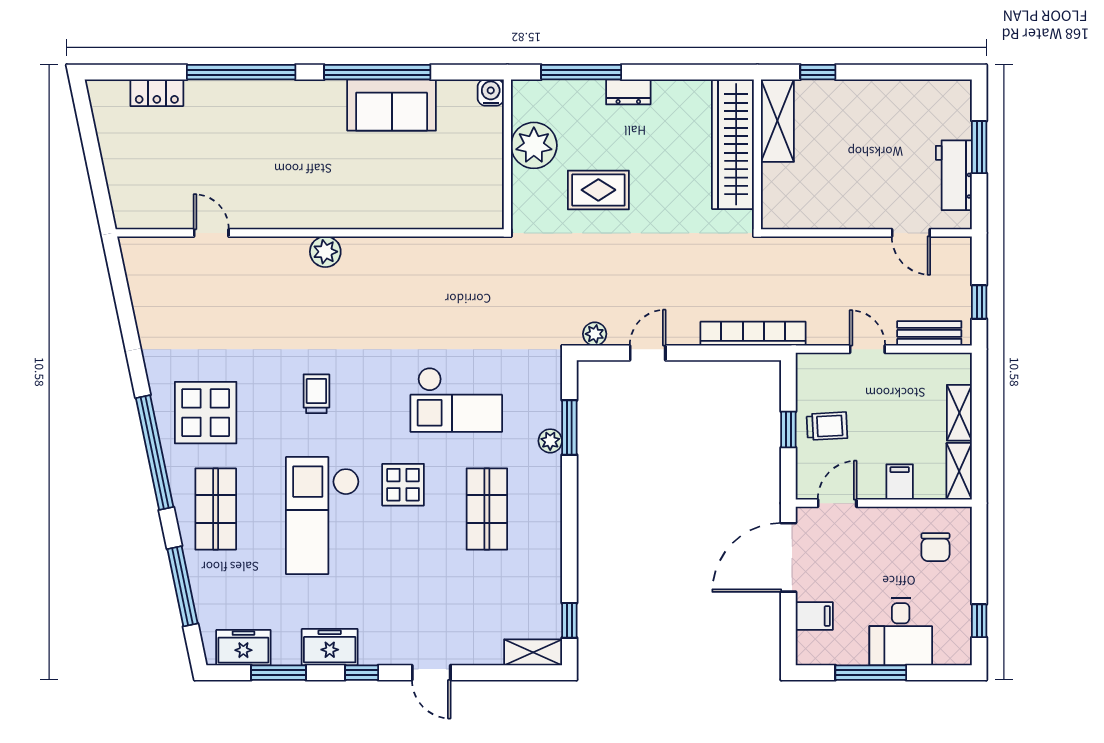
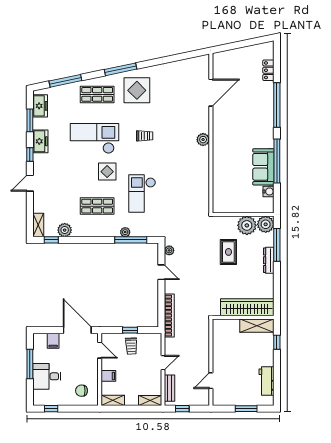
dresser: (628, 92) -> (269, 260), width x1.44
water cooler: (491, 93) -> (269, 191), moved
plant: (531, 100) -> (266, 224), added
workbench: (954, 175) -> (267, 381), moved, turned -90
door: (211, 233) -> (211, 93), width x1.88
shelving: (959, 413) -> (150, 400), moved
window: (569, 428) -> (131, 240), width x1.44
window: (155, 452) -> (120, 69), width x0.68
plant: (545, 588) -> (65, 230), added

